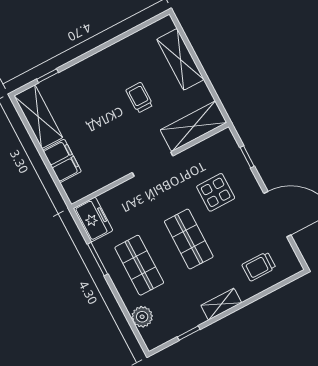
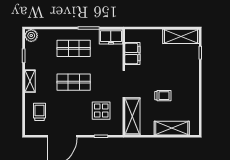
filing cabinet: (62, 161) -> (132, 54), moved, turned -90
display table: (216, 192) -> (101, 111), moved
plant: (142, 317) -> (31, 36), moved

